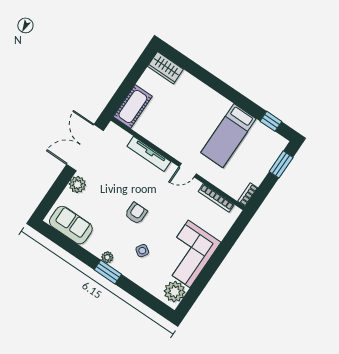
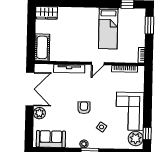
double door: (85, 148) -> (30, 89), swing flipped
window: (193, 295) -> (147, 133), added

